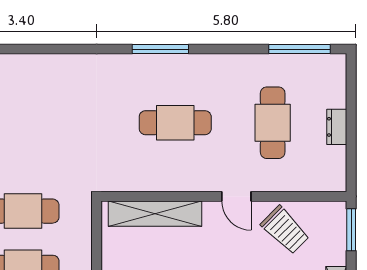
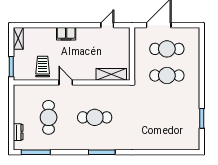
dresser: (337, 127) -> (18, 132), moved
shelving: (155, 214) -> (111, 74), width x0.68
trolley: (285, 230) -> (43, 67), turned 45

